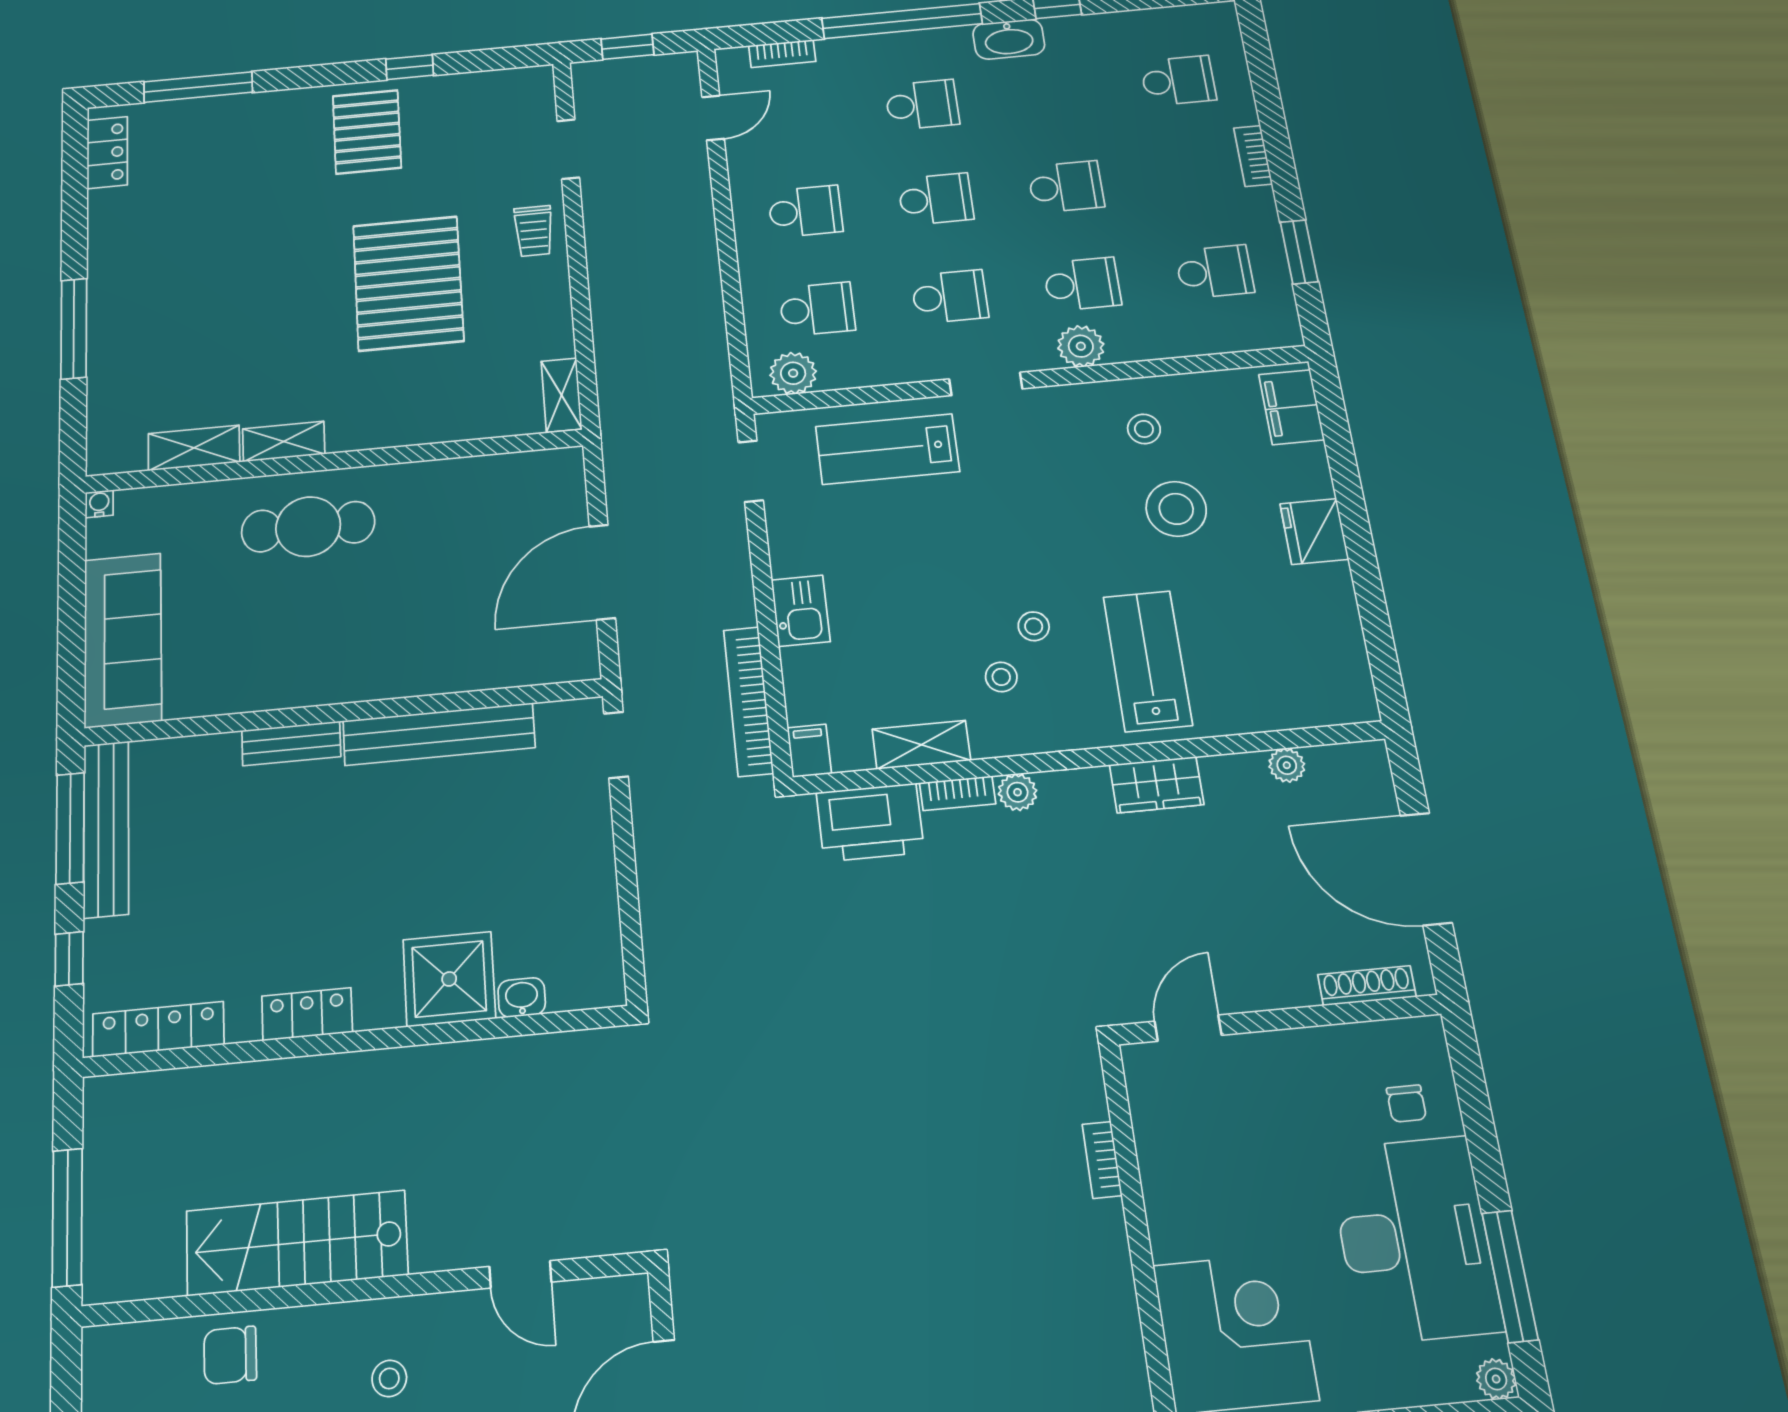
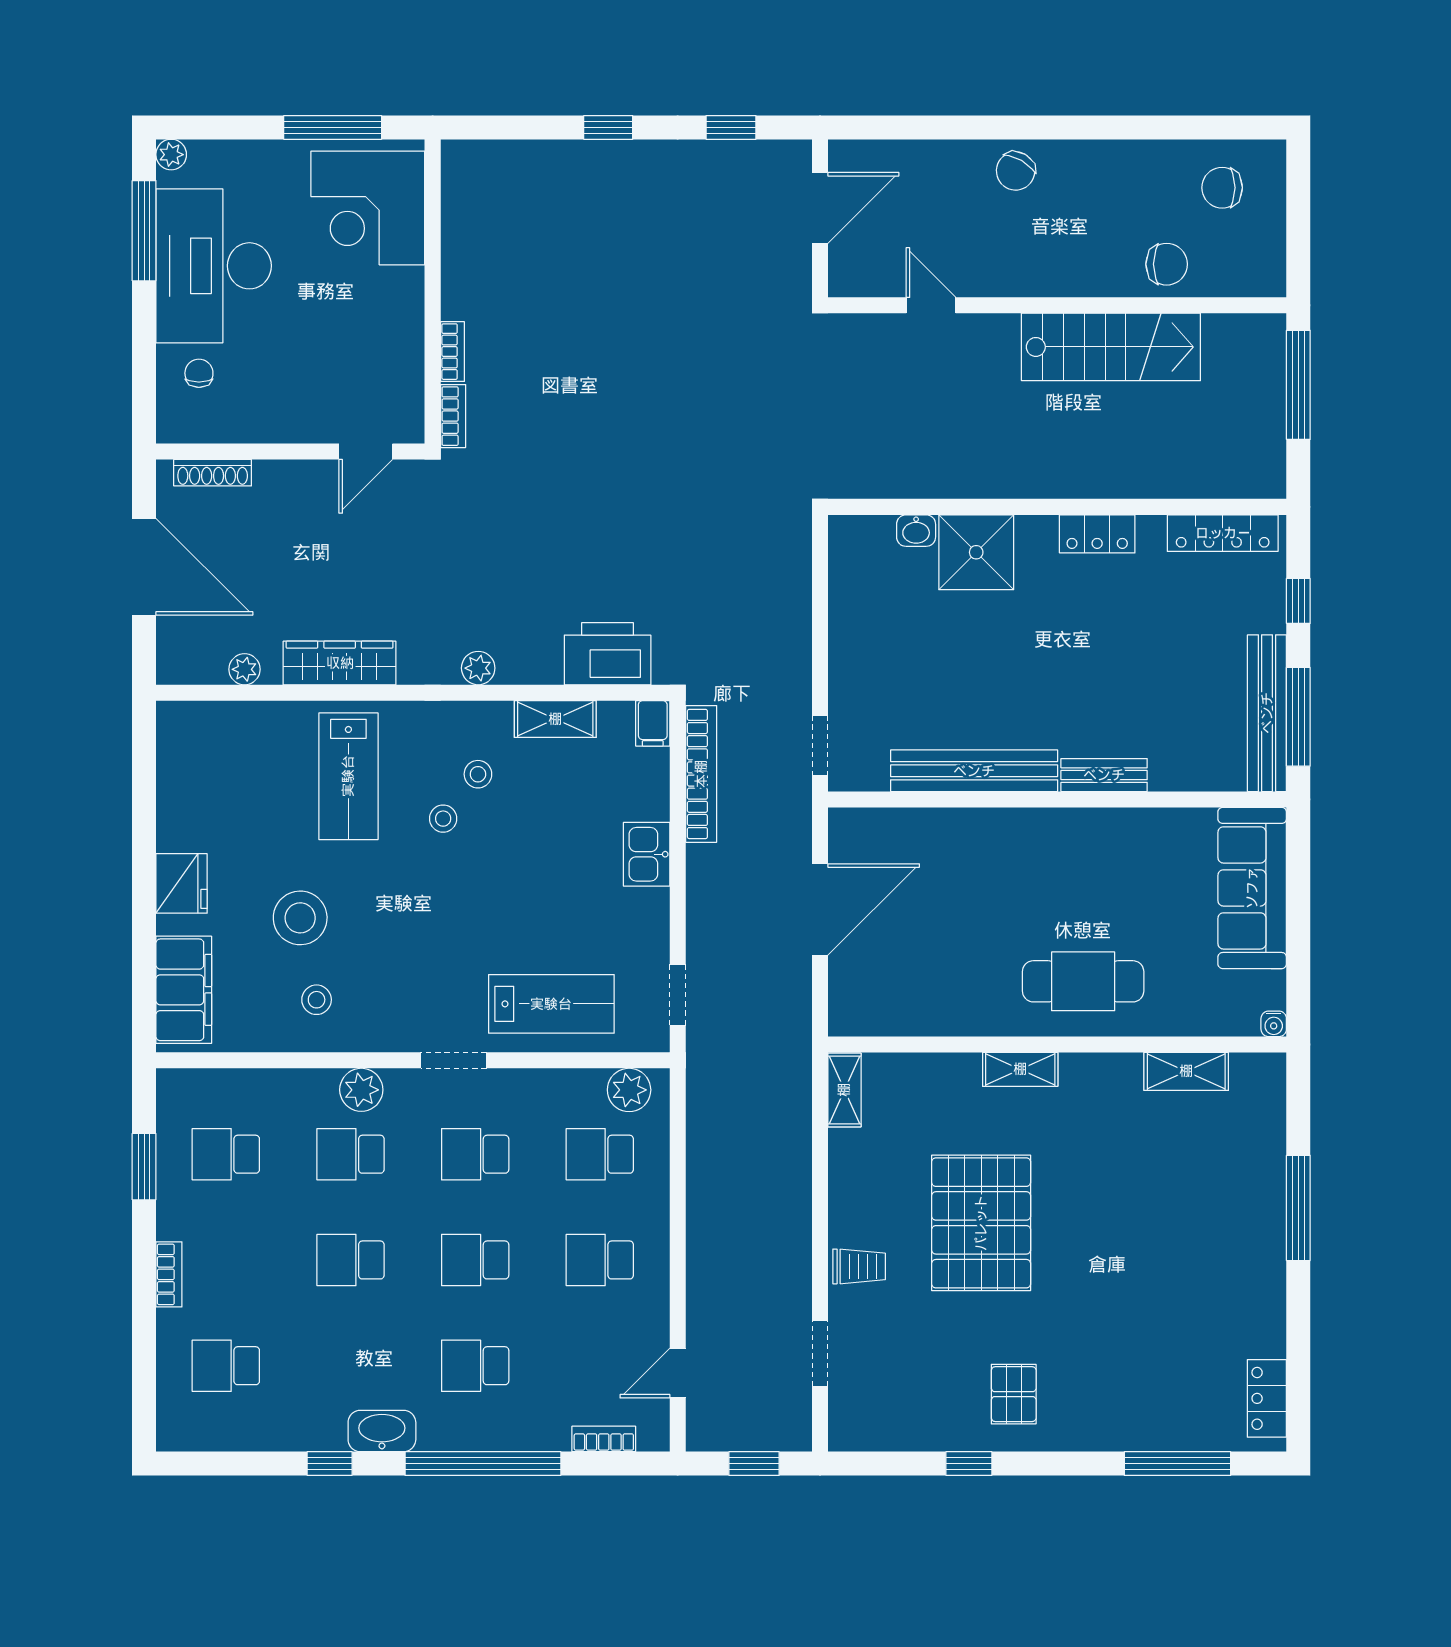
pallet: (367, 132) -> (1014, 1394), width x0.67, depth x0.71
trolley: (534, 231) -> (859, 1266), turned 90
filing cabinet: (1291, 407) -> (184, 990), width x1.50, depth x1.17
shelving: (284, 441) -> (1020, 1069), moved
wardrobe: (1157, 785) -> (340, 663), width x1.50
bookcase: (958, 793) -> (453, 416), moved, turned 90
stool: (389, 1378) -> (1040, 235), removed

